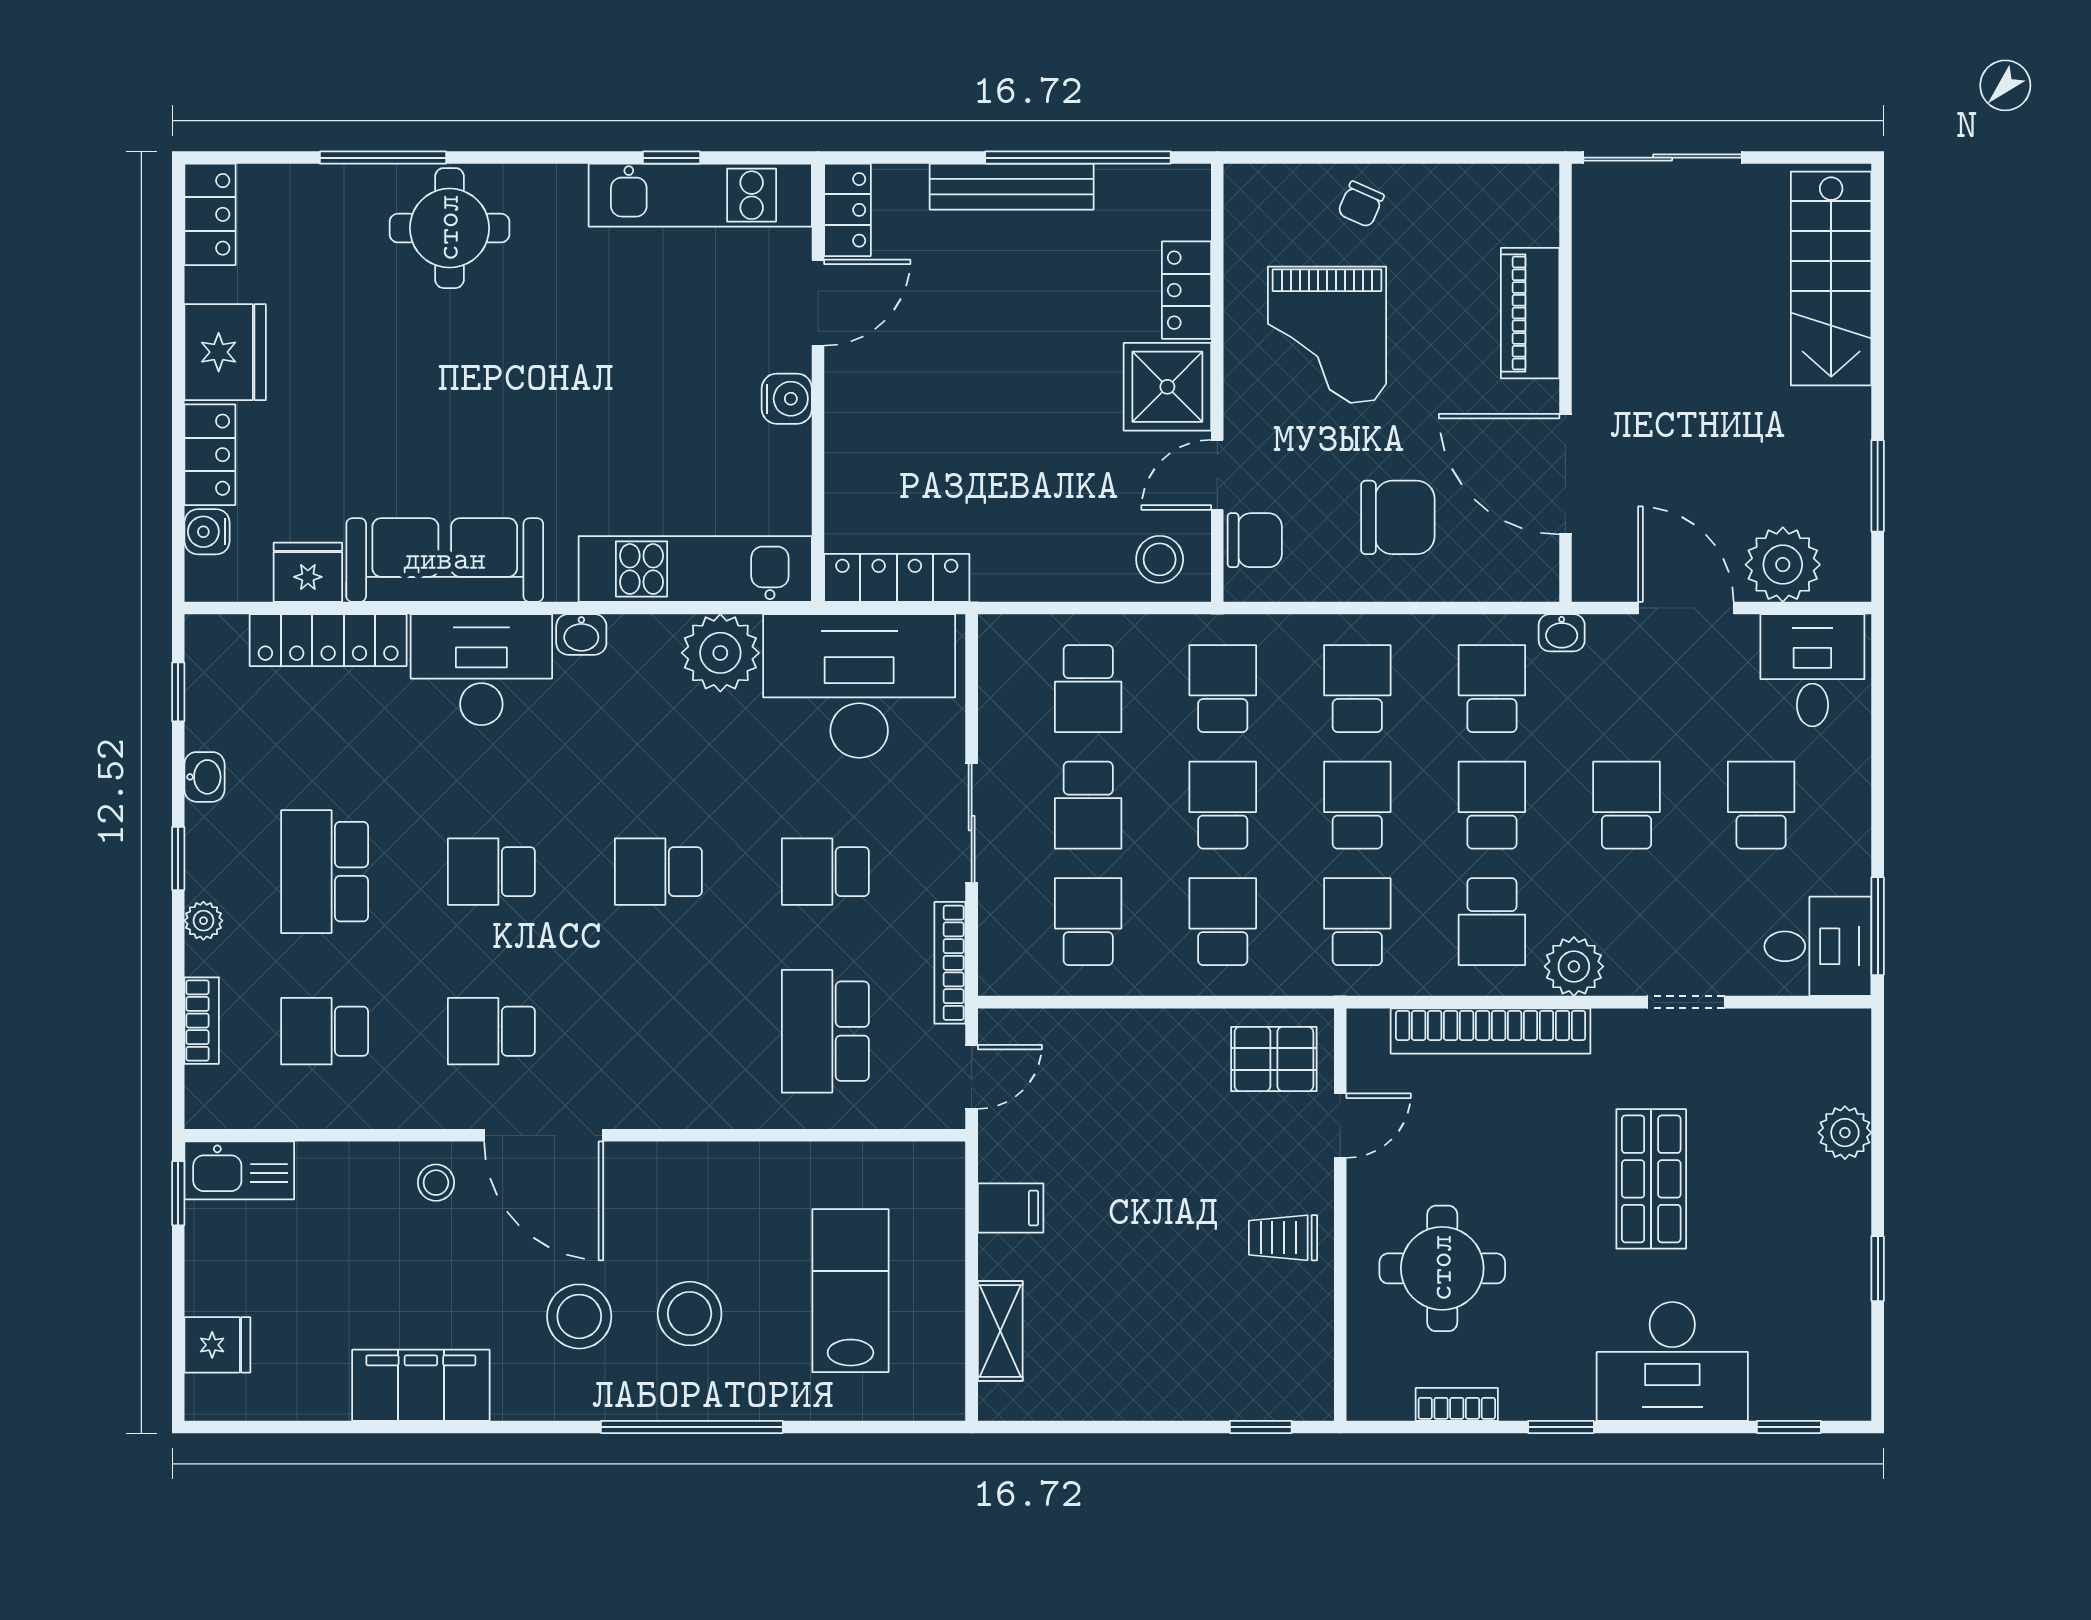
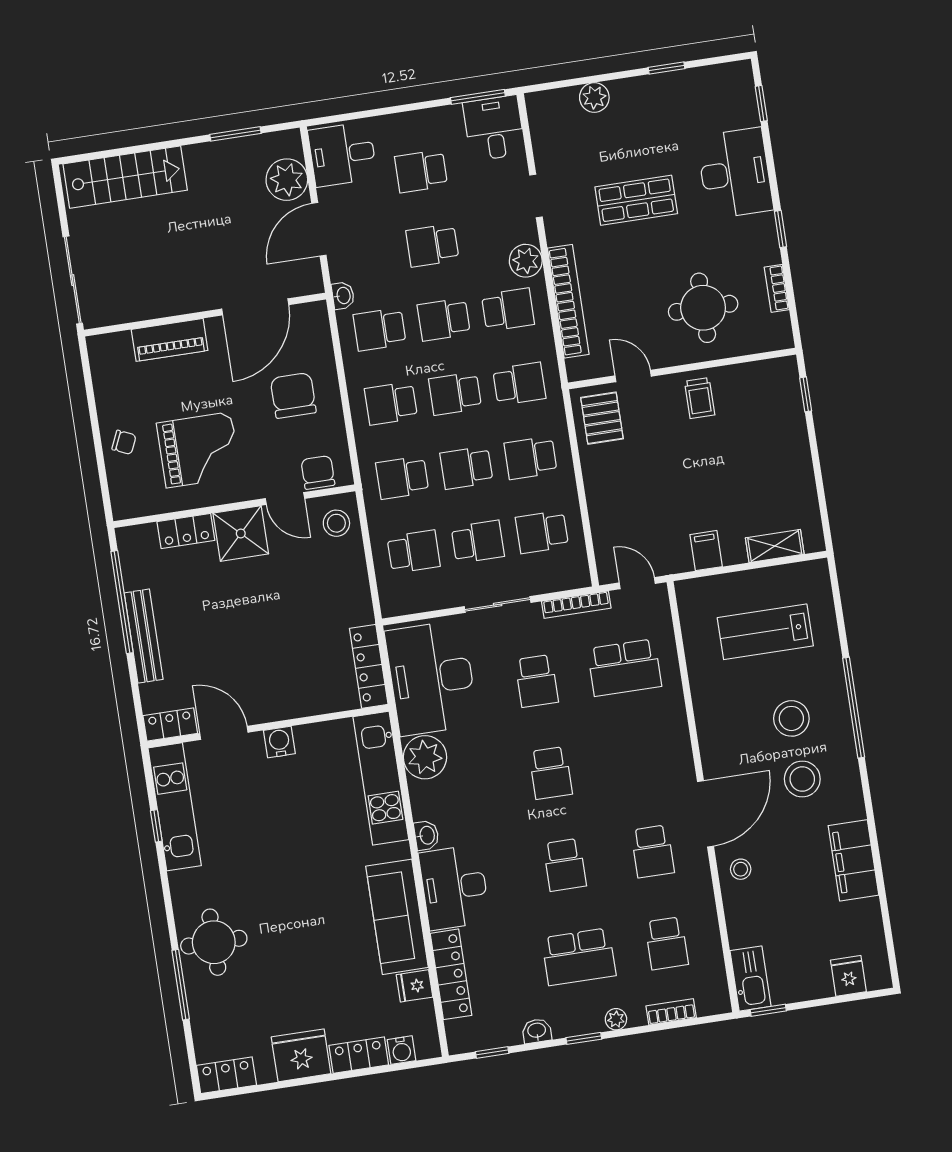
fridge: (308, 572) -> (415, 986), width x0.72
school desk: (1357, 922) -> (519, 384), turned 180

